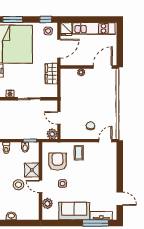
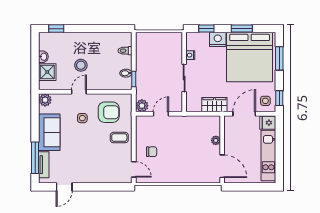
door: (59, 49) -> (244, 114), swing flipped
shower: (32, 170) -> (47, 72), moved
plant: (47, 204) -> (45, 100), moved

